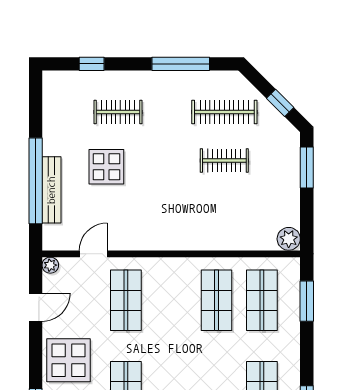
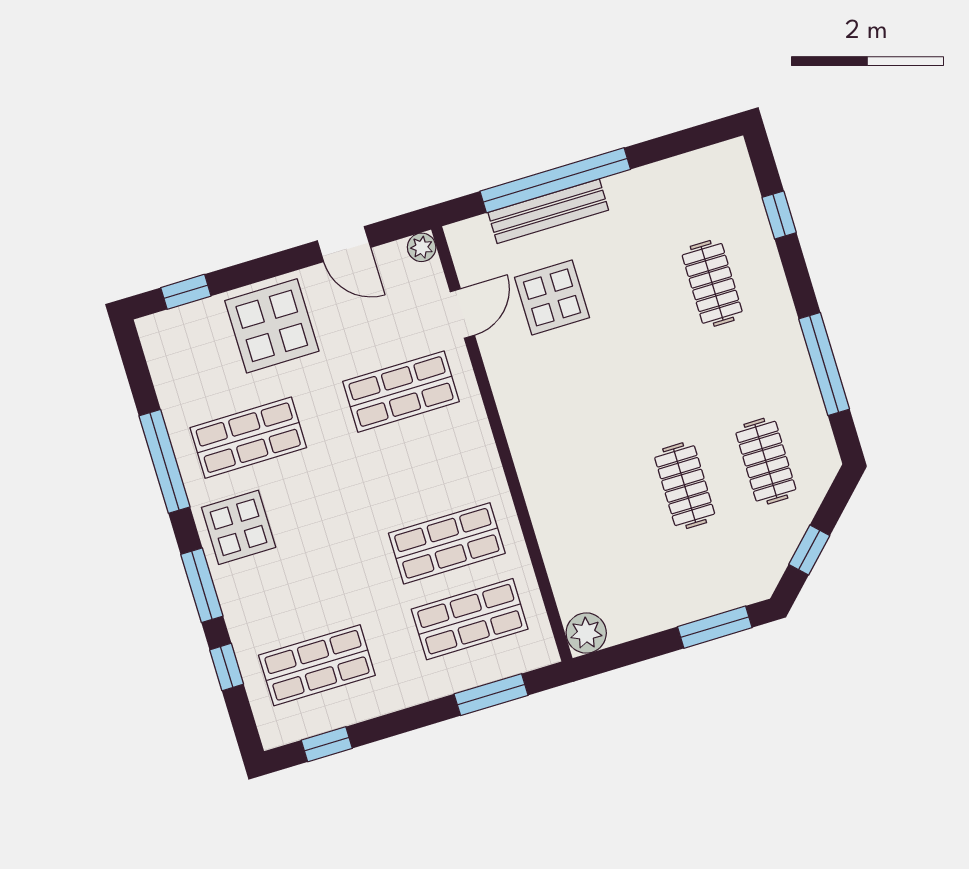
clothes rail: (224, 112) -> (766, 461), width x0.73
display table: (106, 167) -> (552, 297), moved
door: (93, 254) -> (462, 314), hinge flipped

